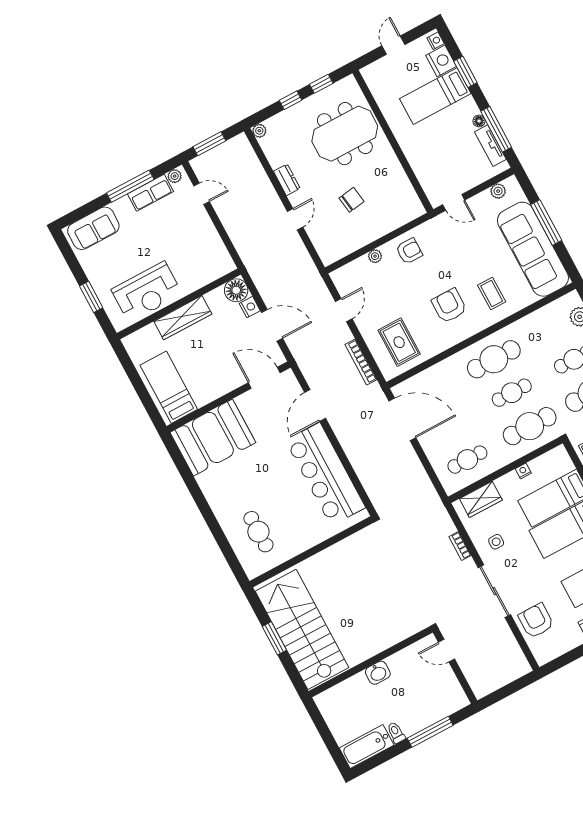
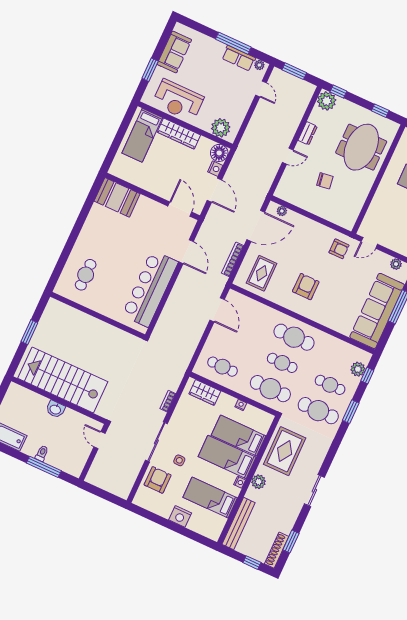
window: (291, 100) -> (338, 92), moved
plant: (259, 131) -> (327, 101), width x1.88, depth x1.88
meeting table: (345, 134) -> (361, 147), turned 90
door: (454, 202) -> (369, 243), hinge flipped
sofa: (93, 228) -> (174, 52), moved, turned -90
armchair: (409, 251) -> (339, 249), moved
plant: (375, 256) -> (282, 211), moved
plant: (211, 268) -> (221, 128), added
coffee table: (492, 294) -> (332, 306), removed
door: (344, 310) -> (256, 226), width x1.87
bed: (169, 387) -> (142, 135), moved, turned 180
door: (315, 405) -> (186, 252), swing flipped
door: (402, 419) -> (217, 310), width x0.73
booth: (213, 438) -> (117, 197), width x0.73, depth x0.70
side table: (496, 542) -> (179, 460), moved
stairs: (302, 629) -> (63, 380), moved, turned -90
toilet: (396, 733) -> (42, 453), moved

